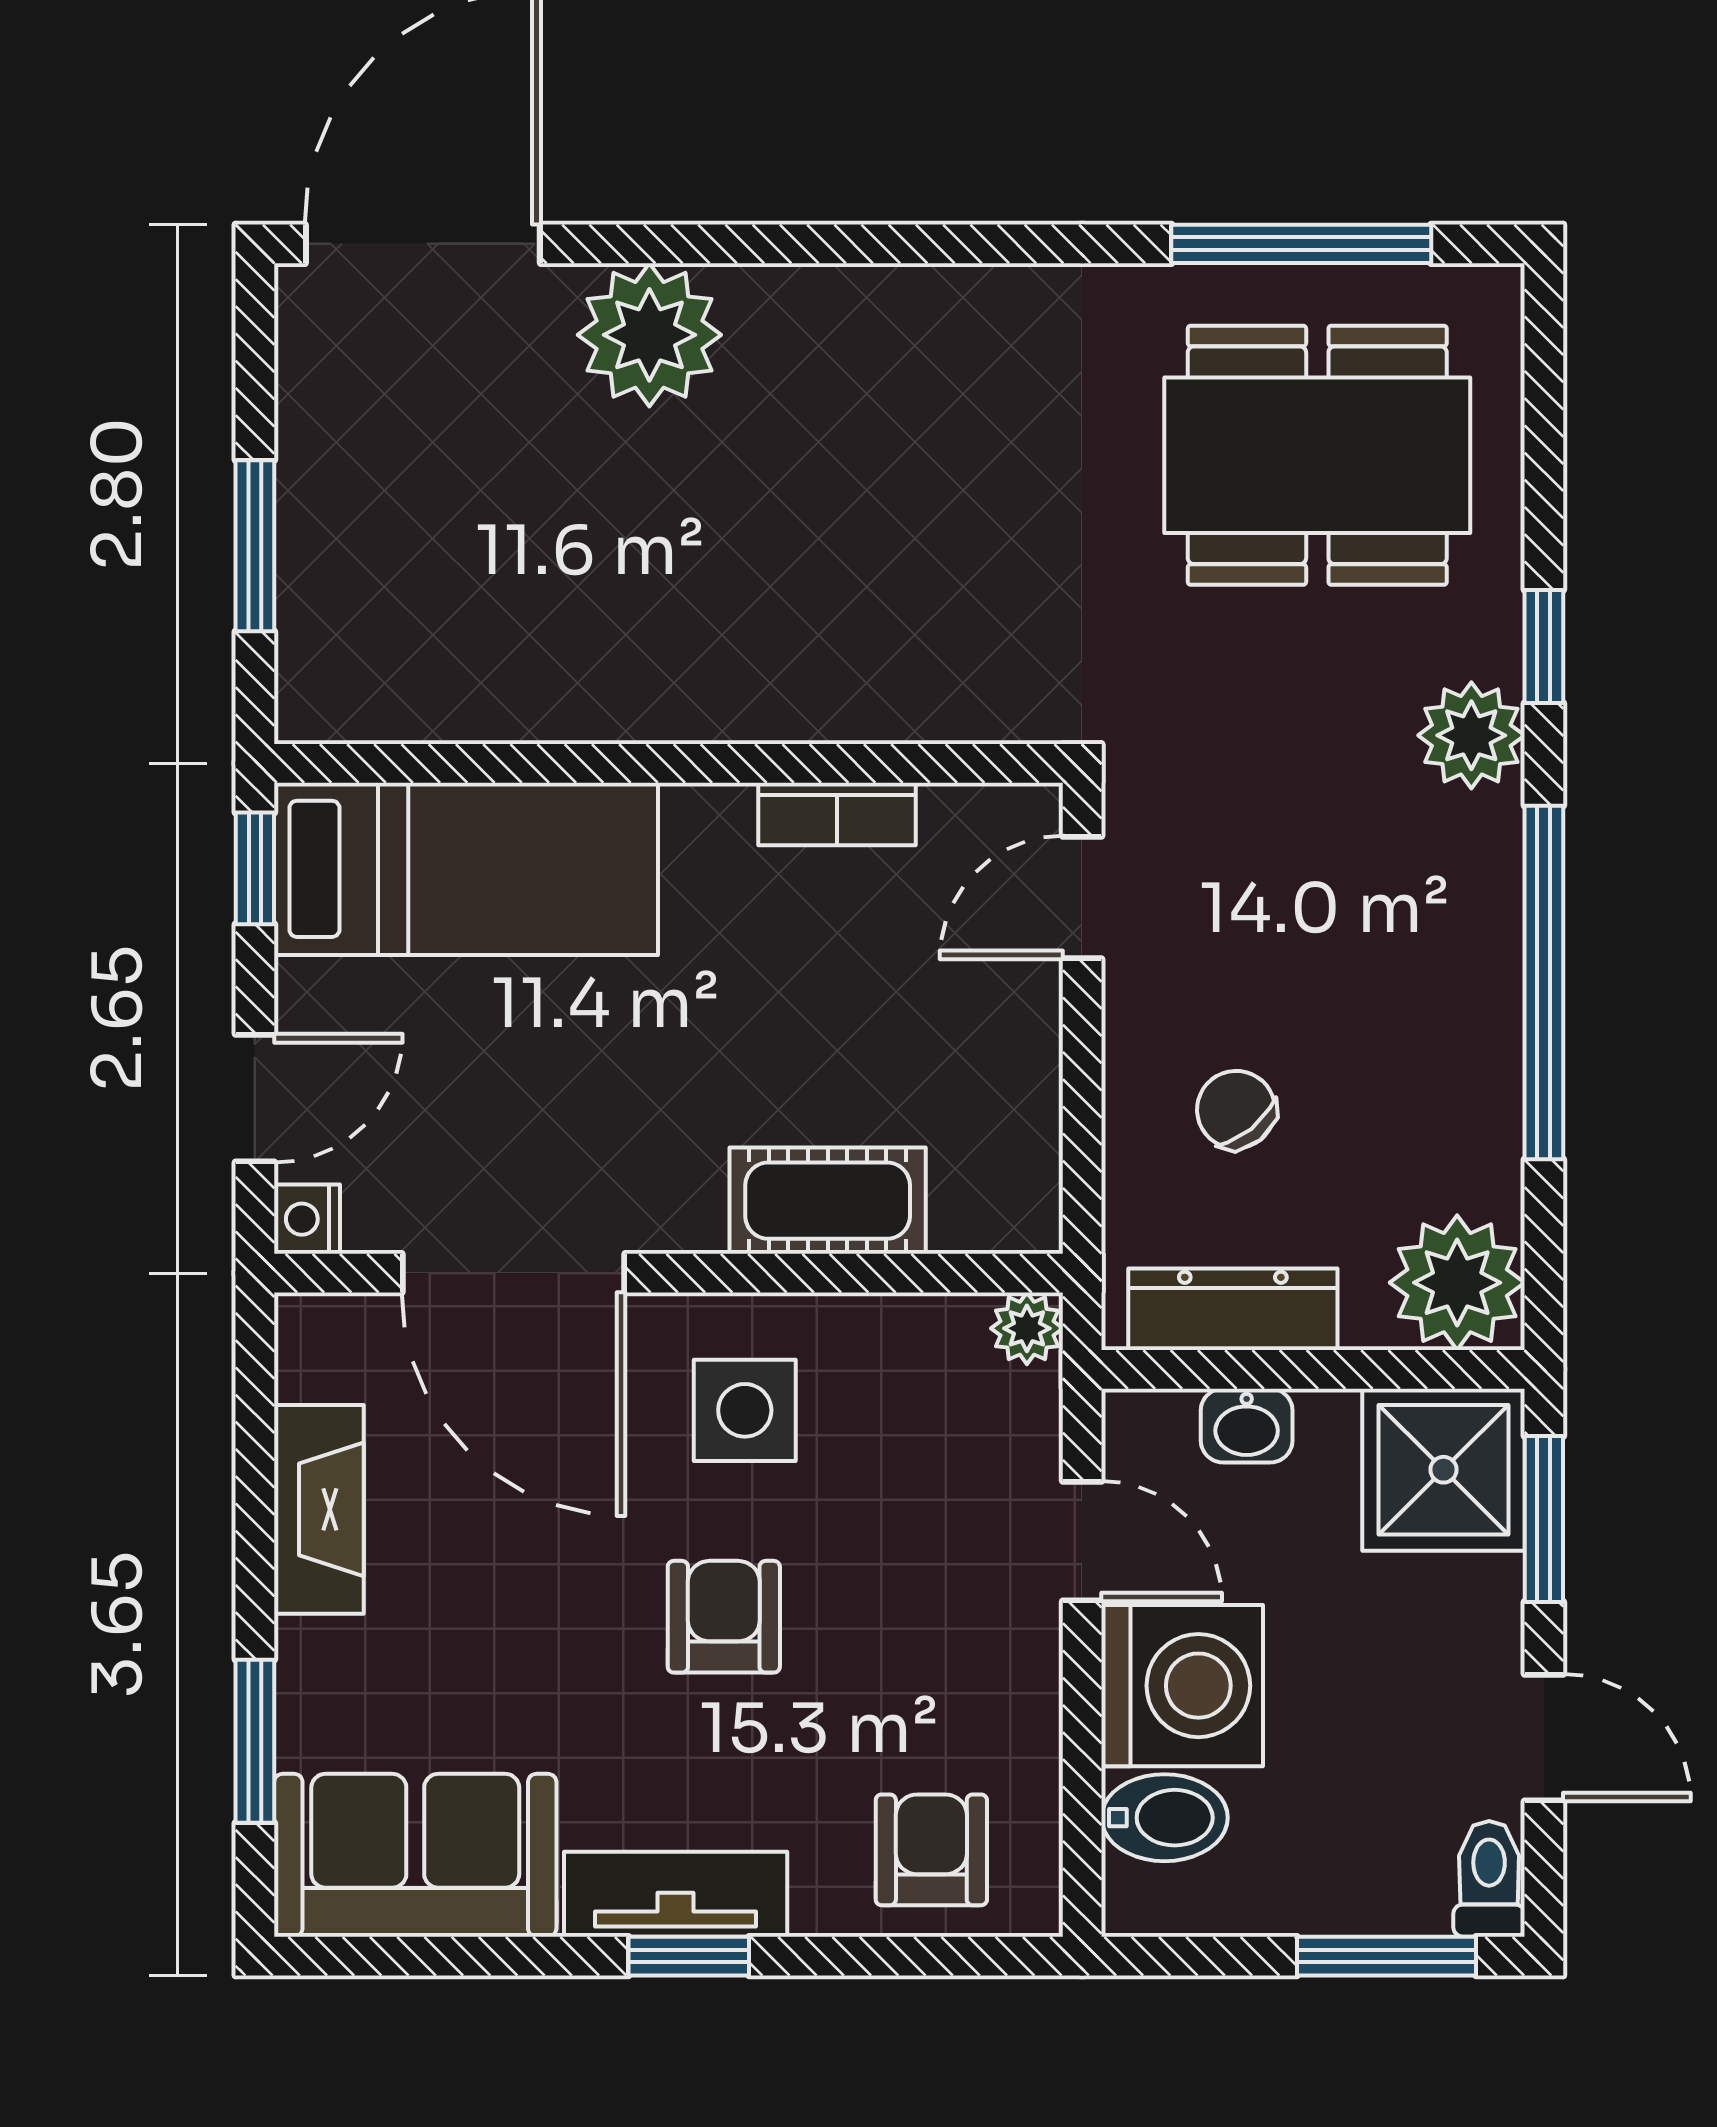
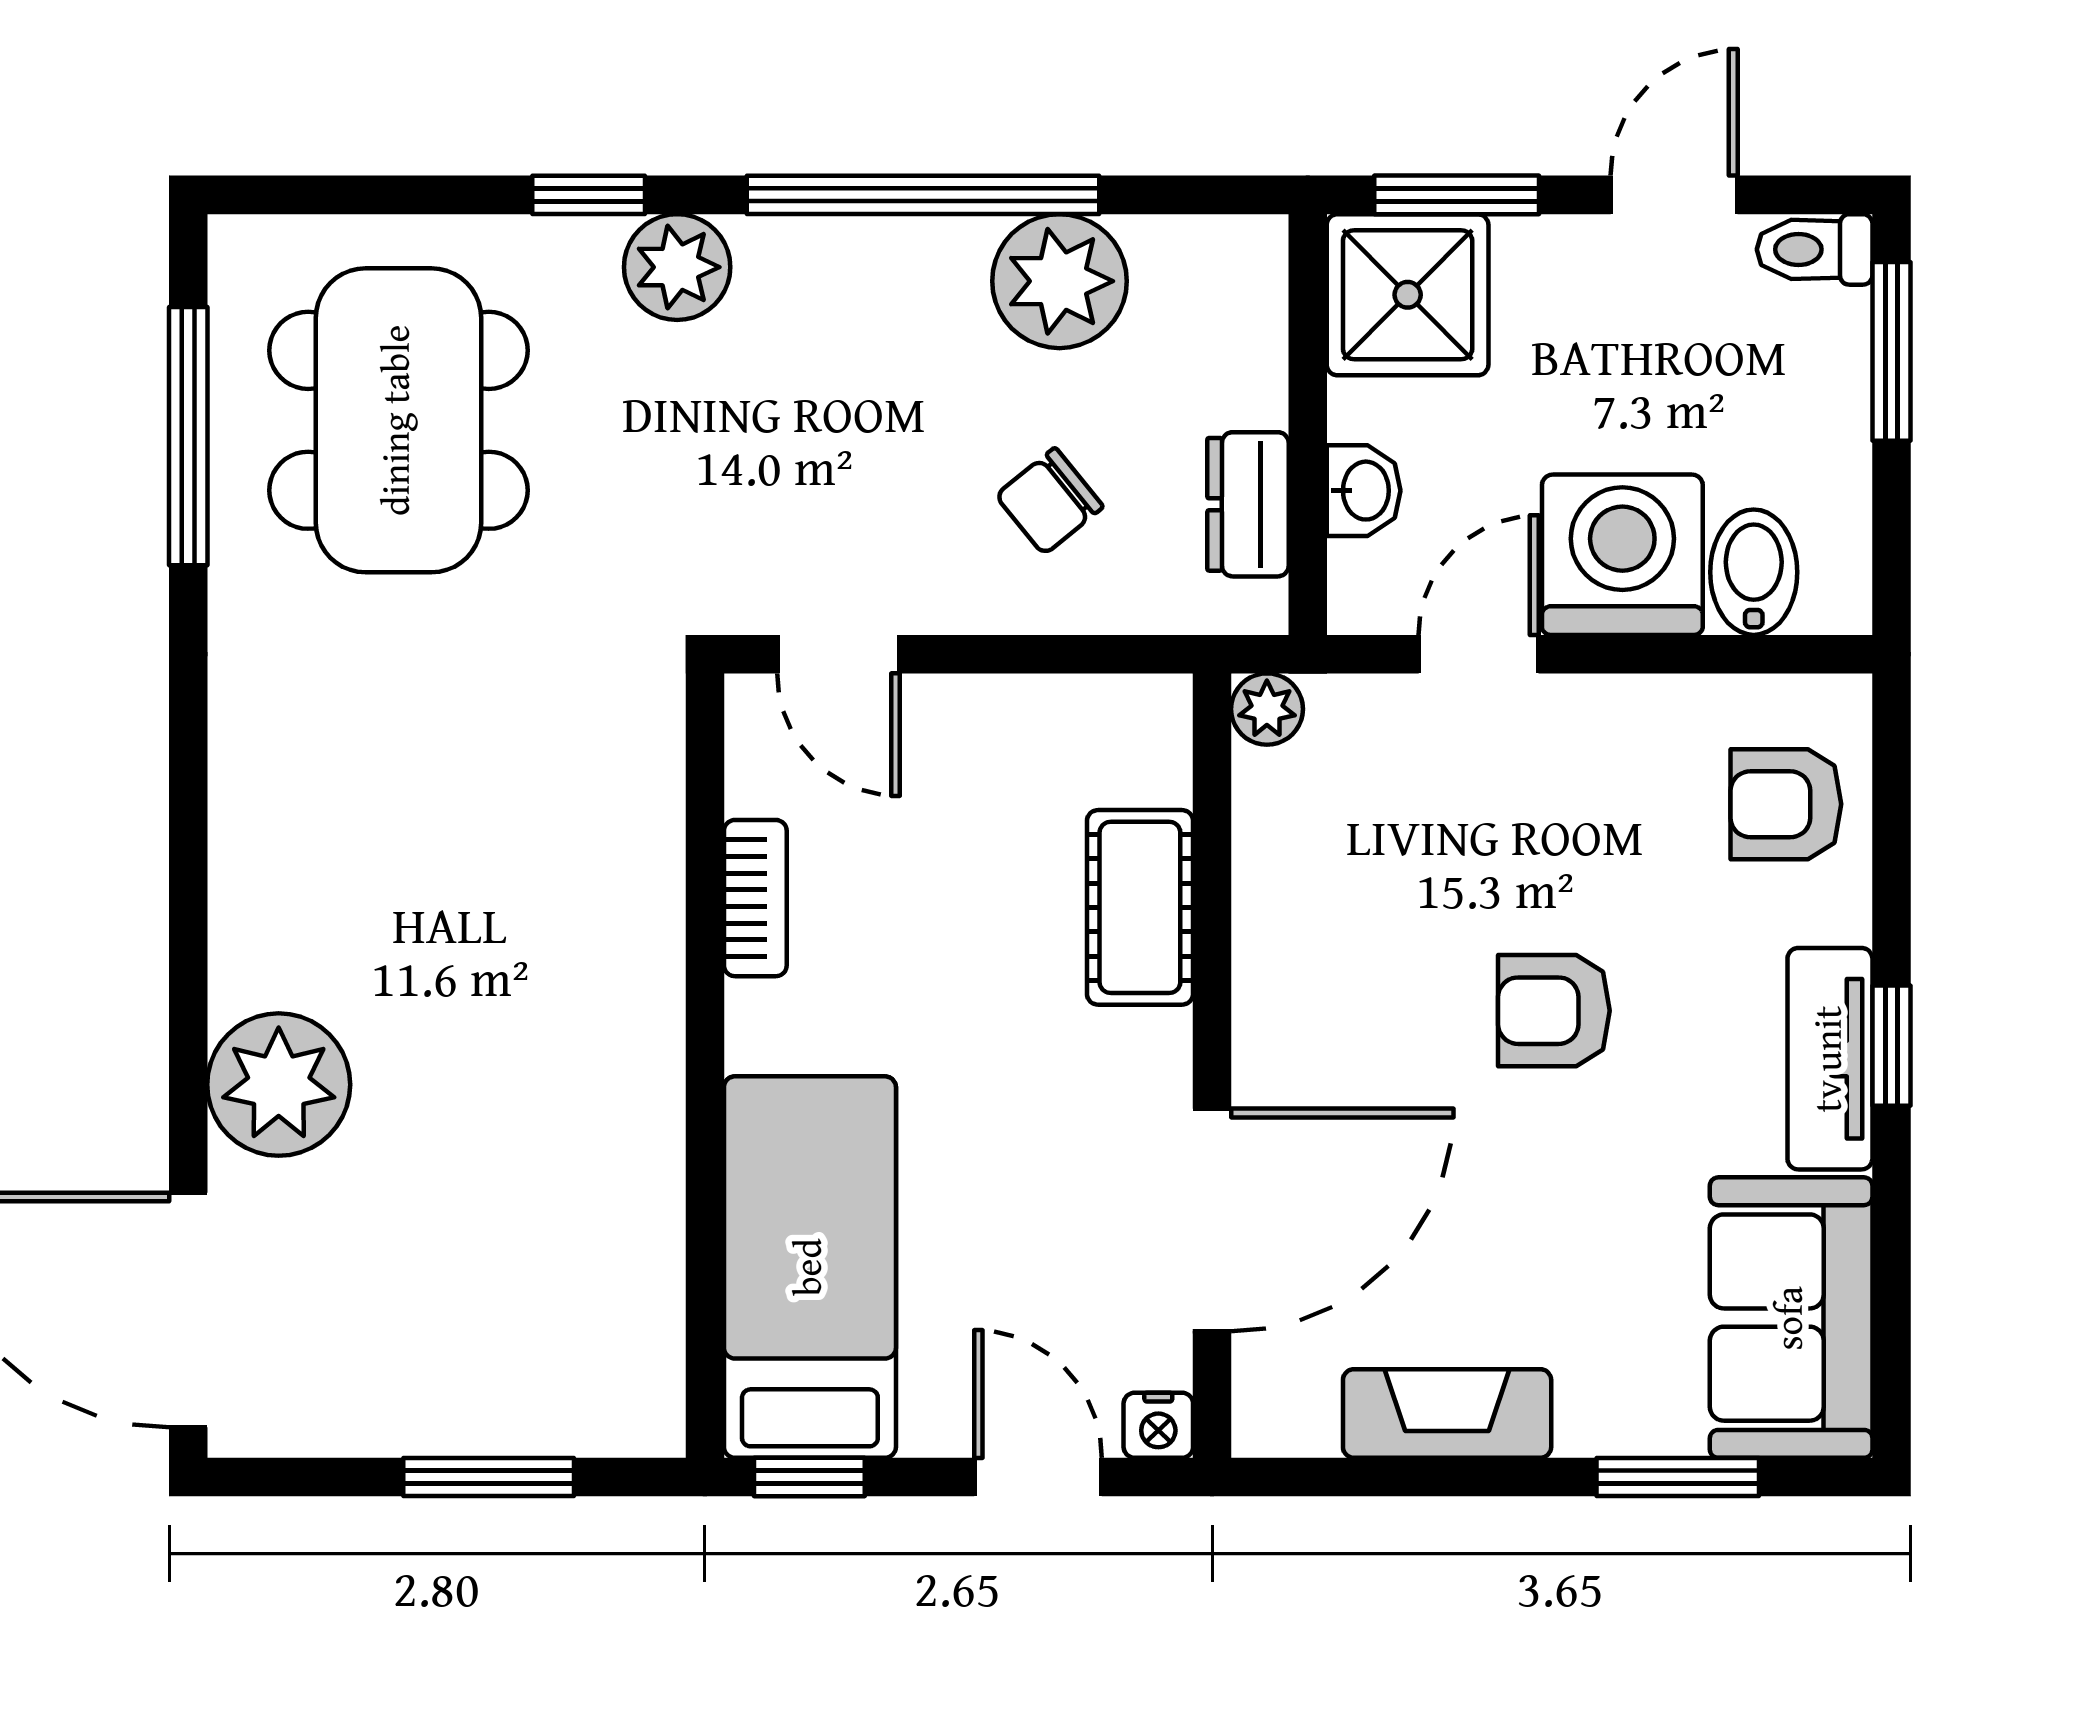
plant: (1457, 1283) -> (1059, 281), moved
dresser: (1233, 1309) -> (1248, 504), width x0.70
side table: (745, 1410) -> (1349, 990), removed

